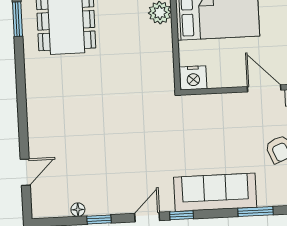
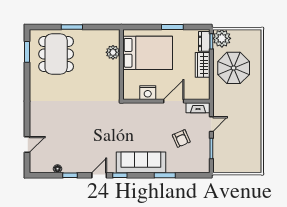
nightstand: (193, 78) -> (148, 93), moved
door: (264, 88) -> (174, 101), hinge flipped

